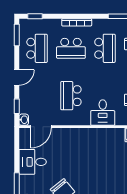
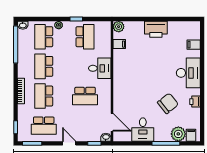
school desk: (37, 48) -> (44, 126), turned 180
school desk: (71, 48) -> (44, 96), turned 180
school desk: (105, 48) -> (44, 66), turned -90

